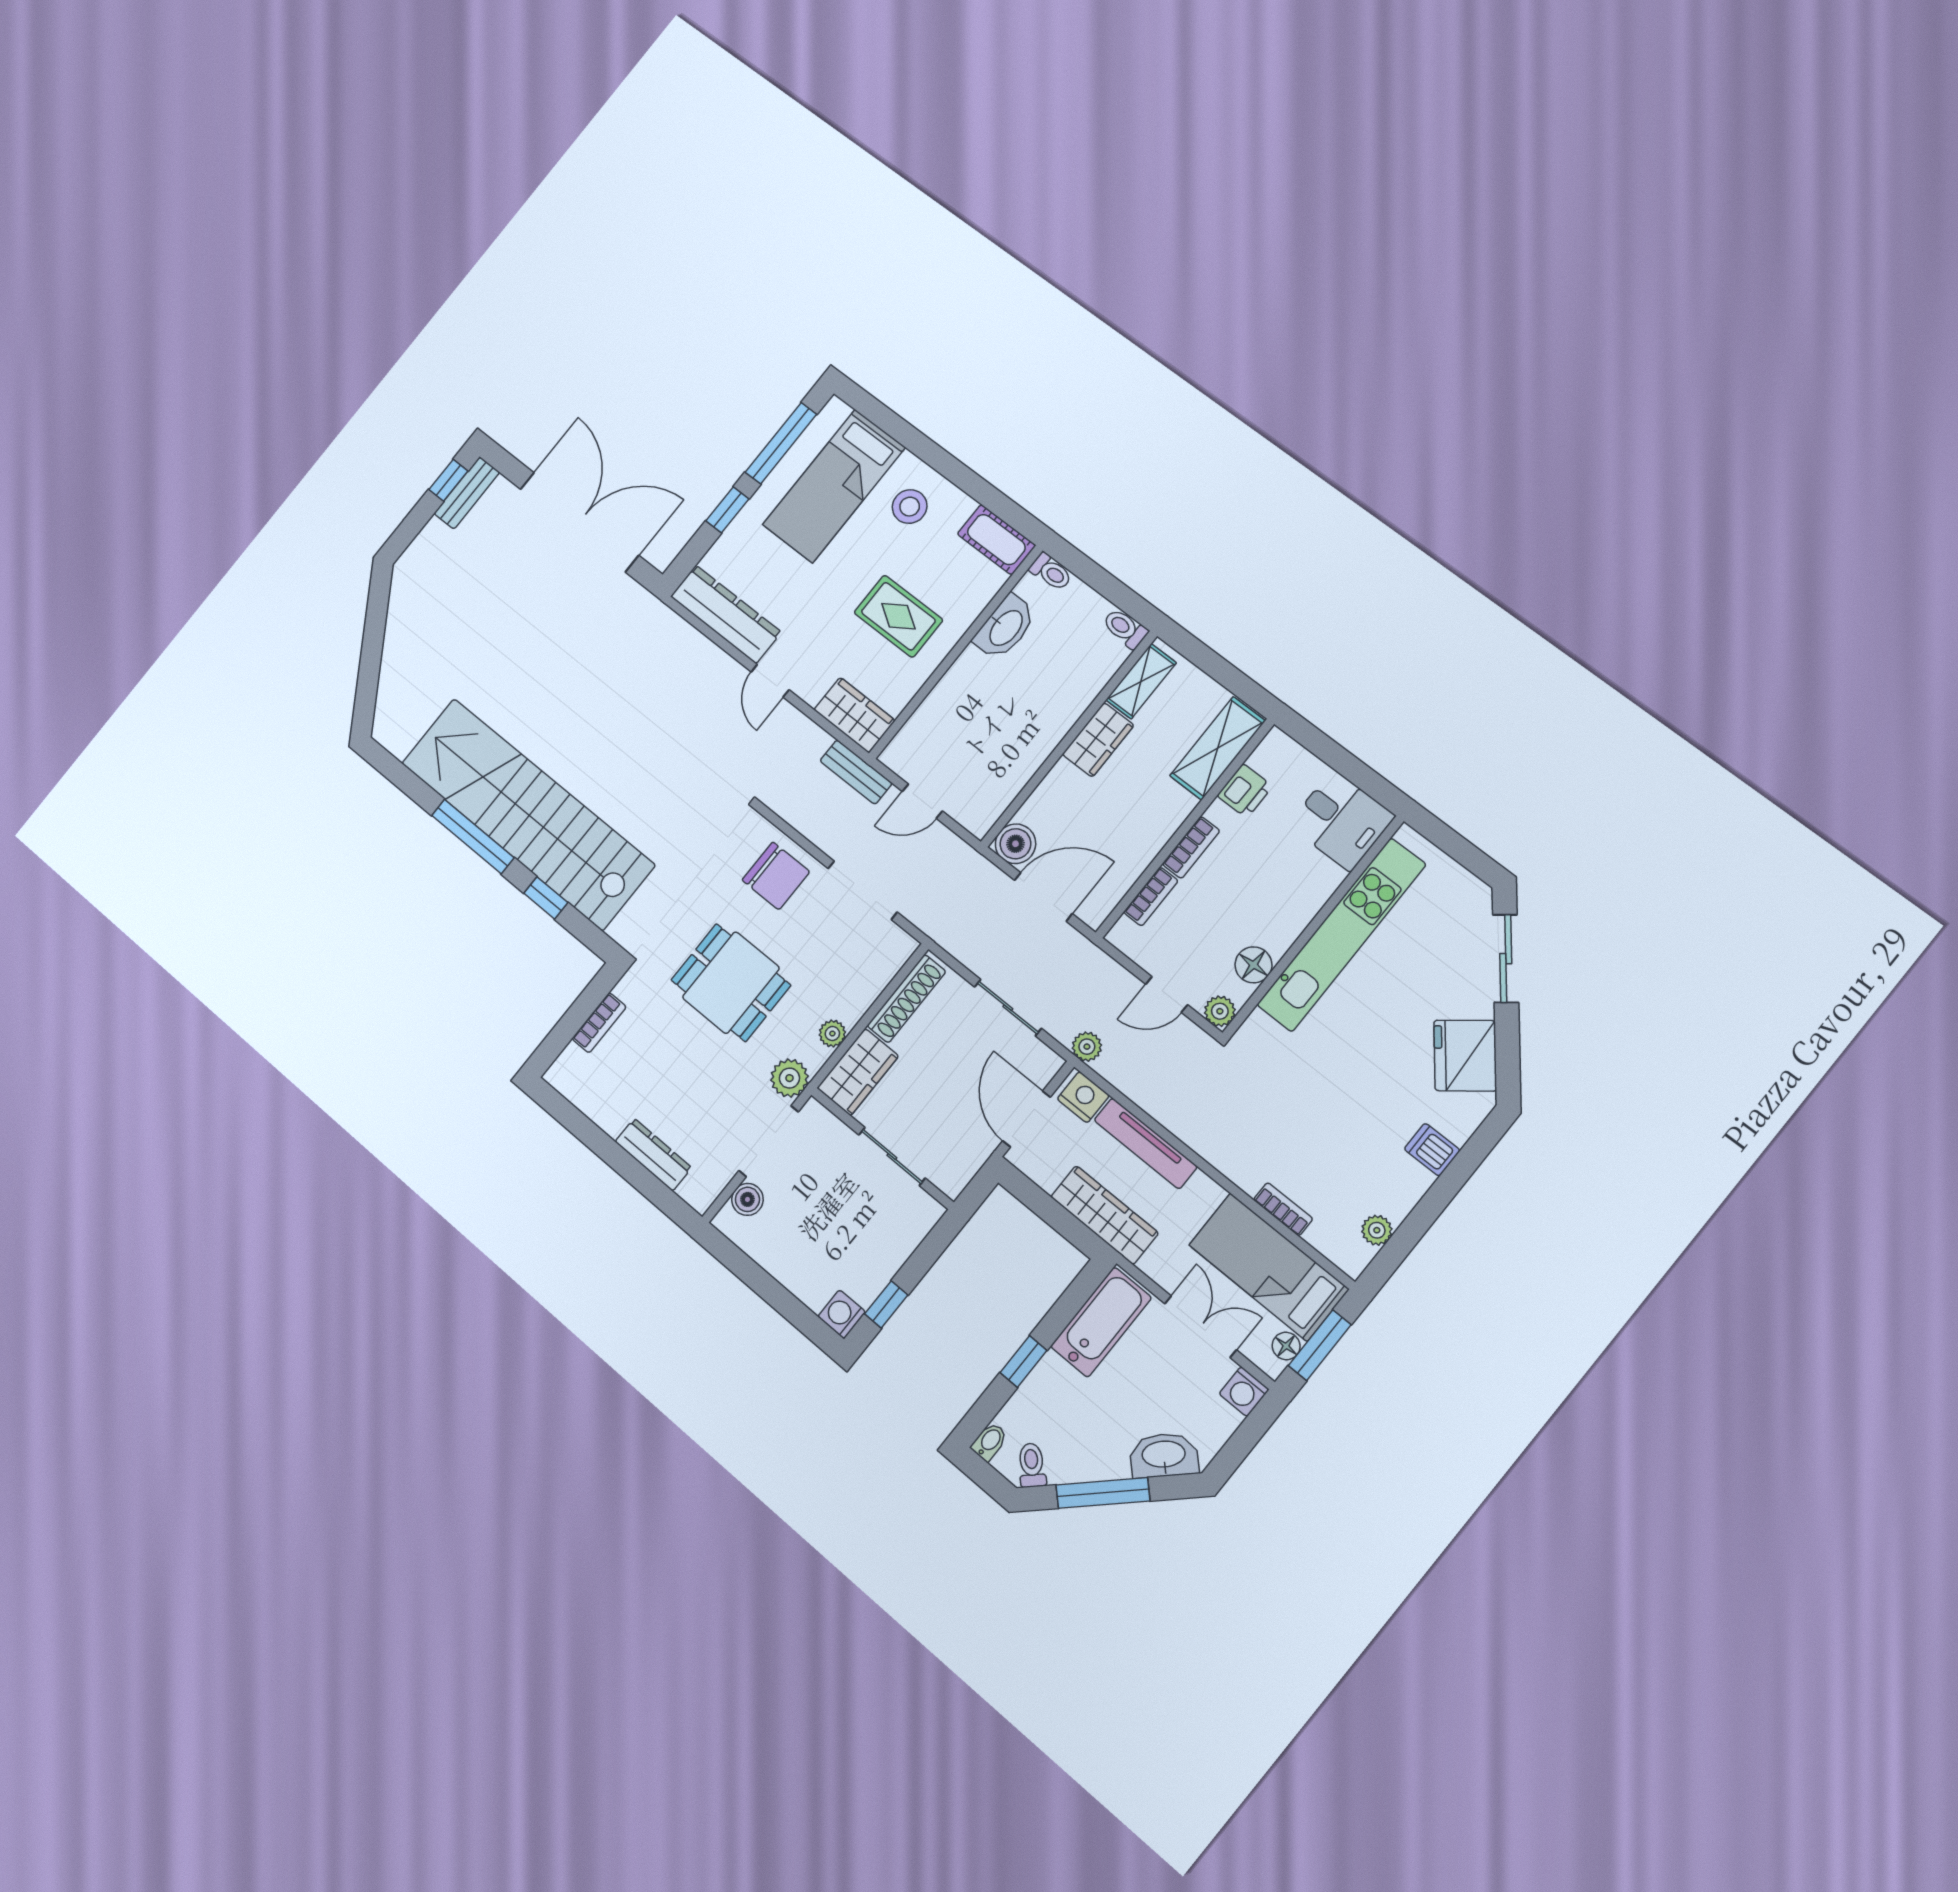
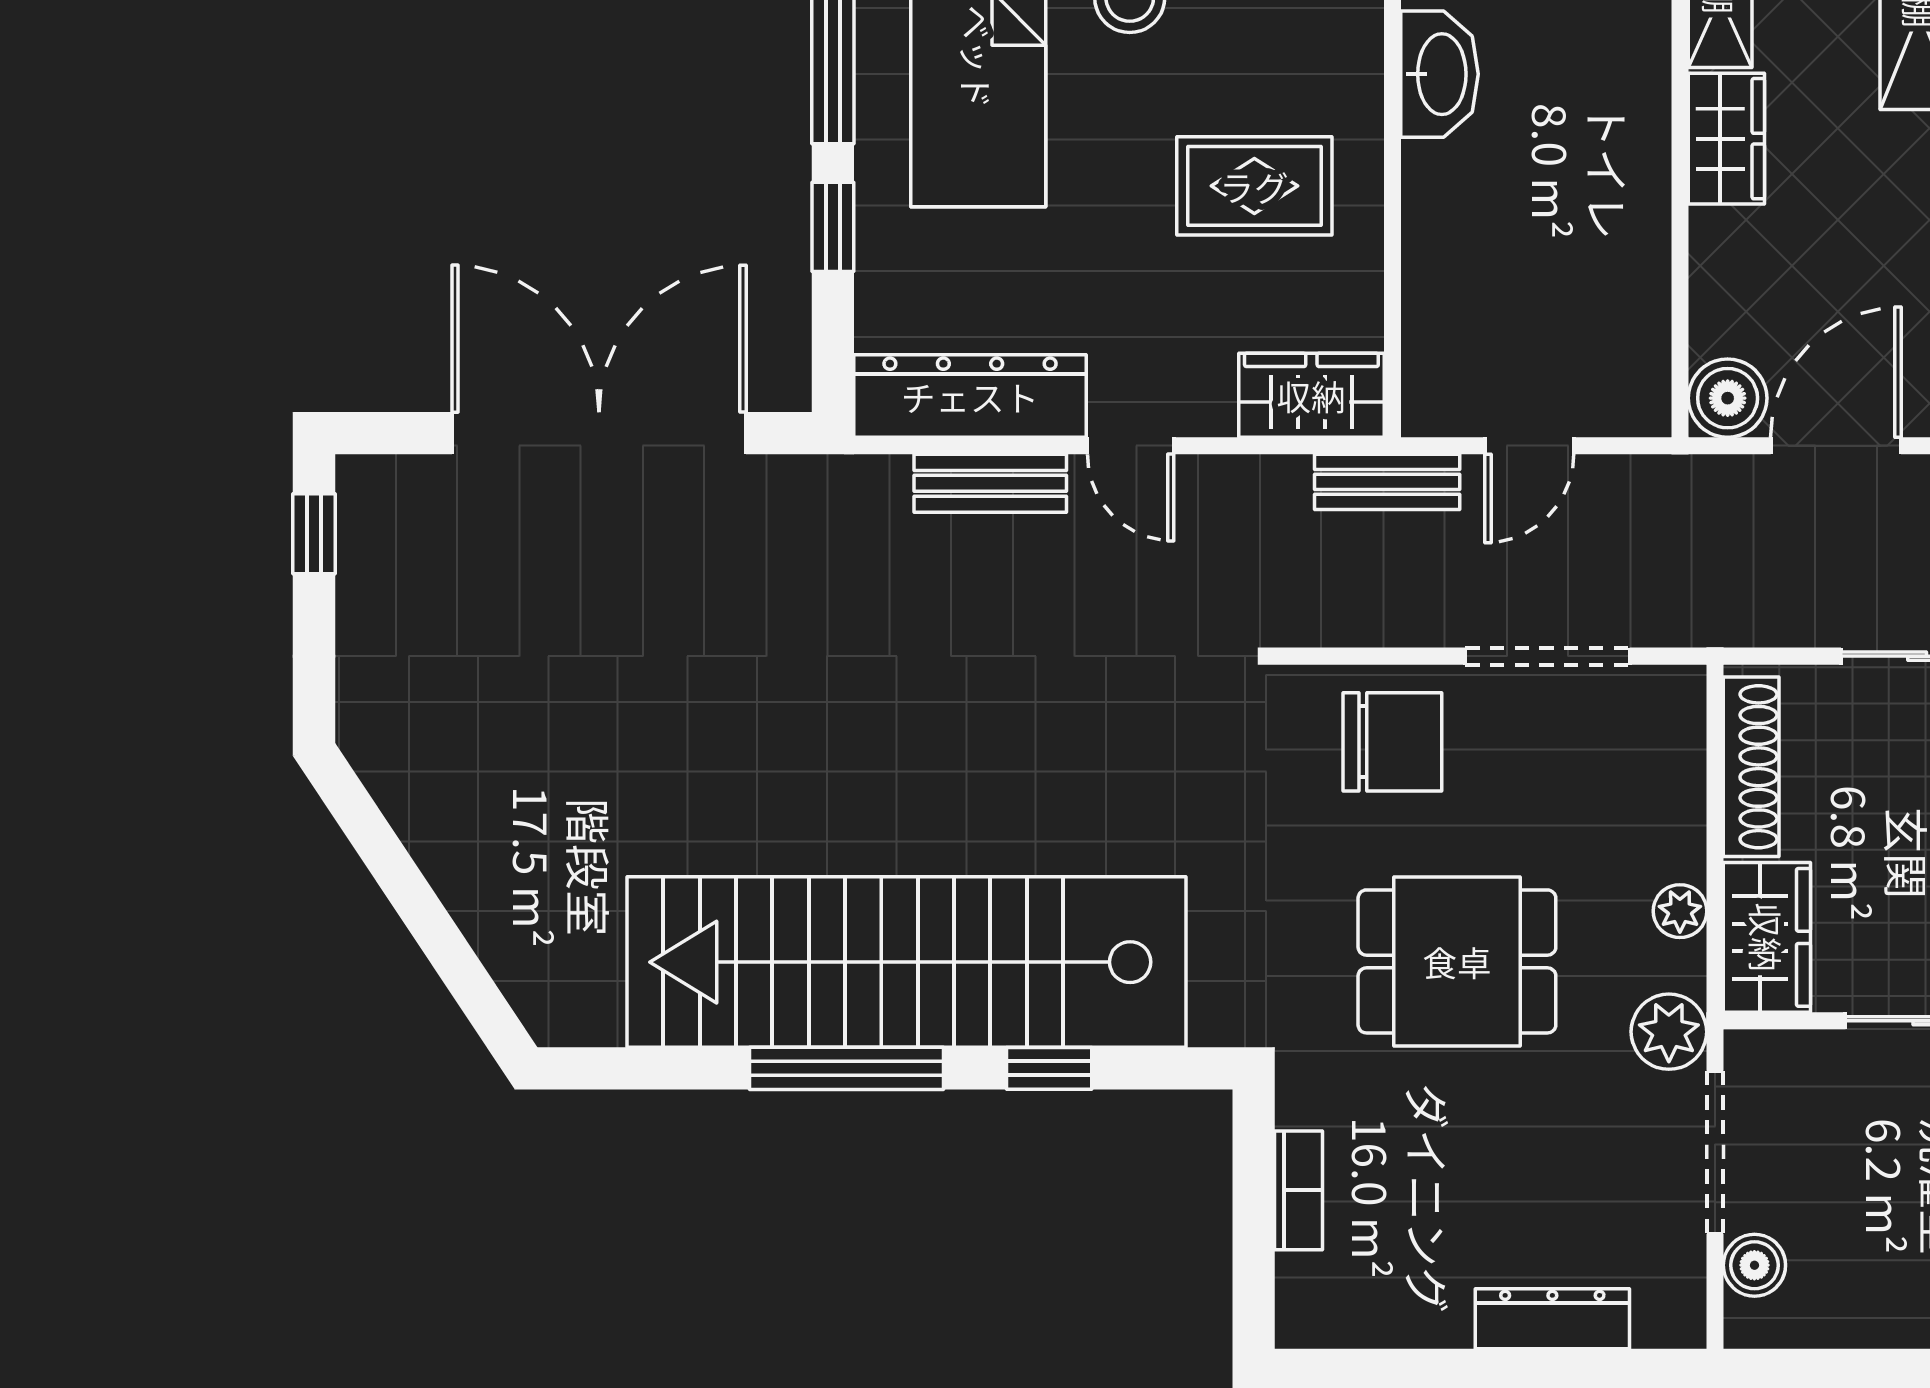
bench: (467, 493) -> (990, 483), moved, turned 90

